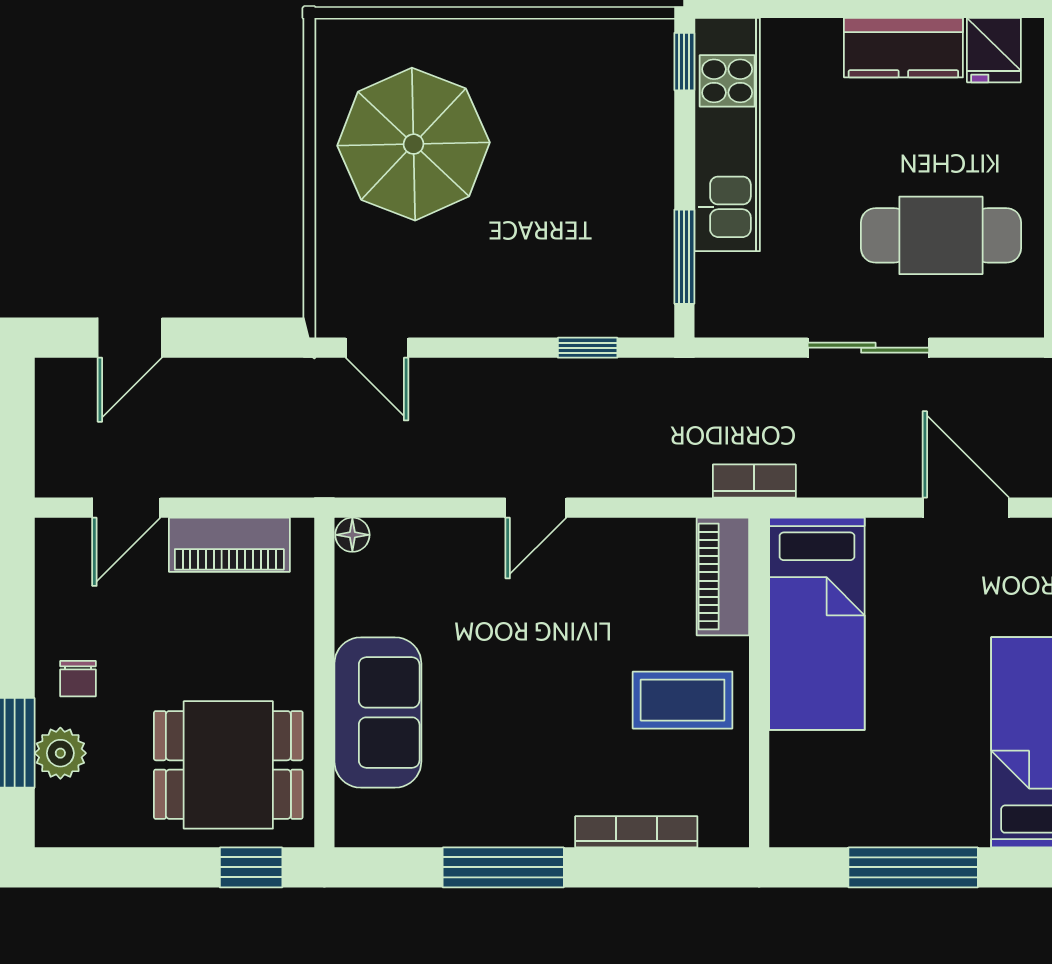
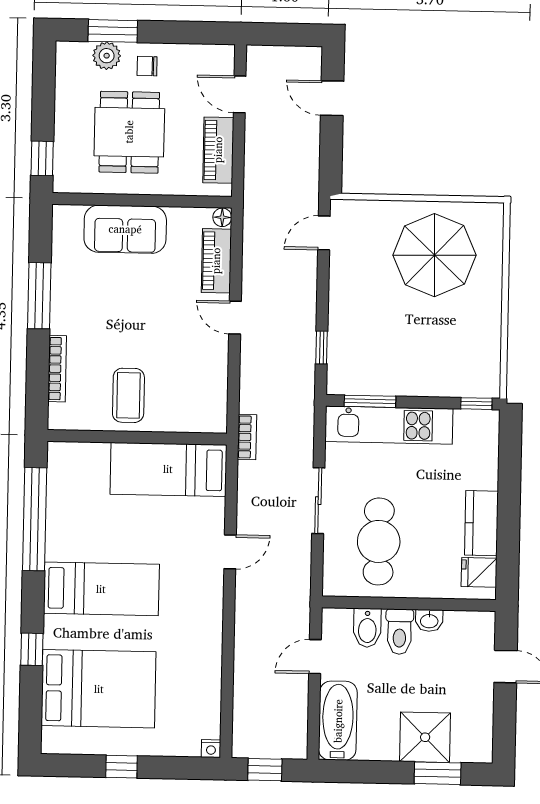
kitchen unit: (727, 135) -> (389, 425), moved
door: (966, 508) -> (230, 552), width x0.73
piano: (723, 576) -> (216, 261), moved, turned -90
dining table: (228, 765) -> (129, 132), moved
window: (913, 867) -> (35, 519), width x1.46

